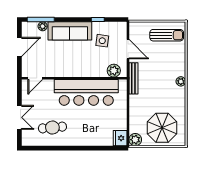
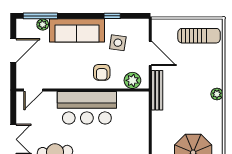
armchair: (89, 64) -> (102, 72), added
bar counter: (86, 92) -> (87, 108), width x0.73

